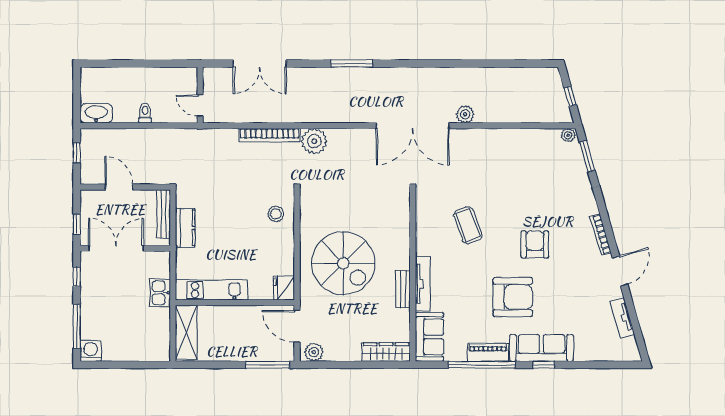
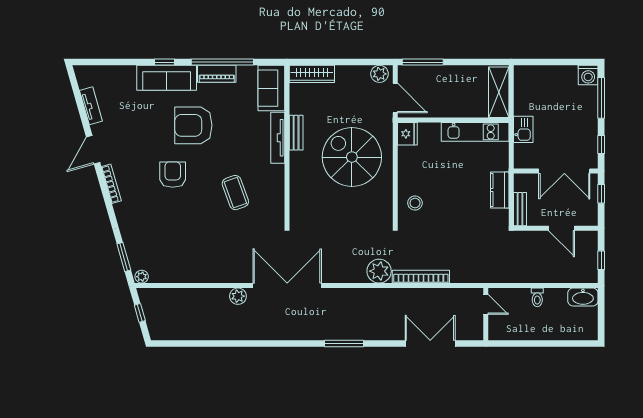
bench: (163, 214) -> (520, 209), width x0.73
armchair: (535, 244) -> (173, 175), turned 180

